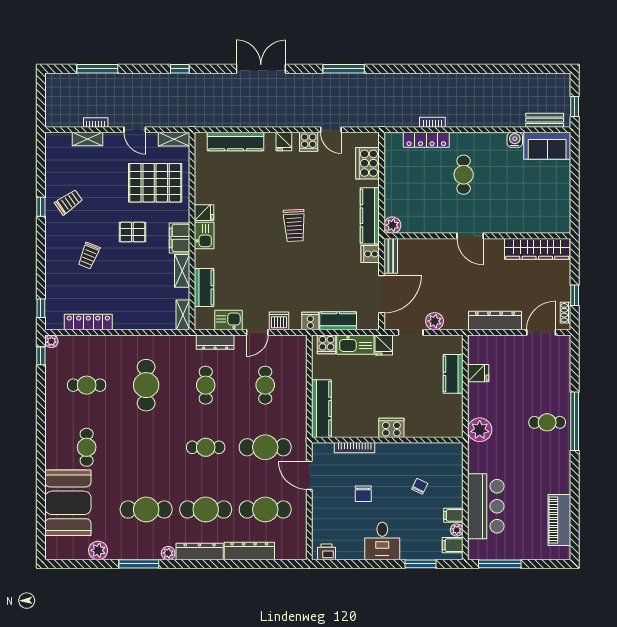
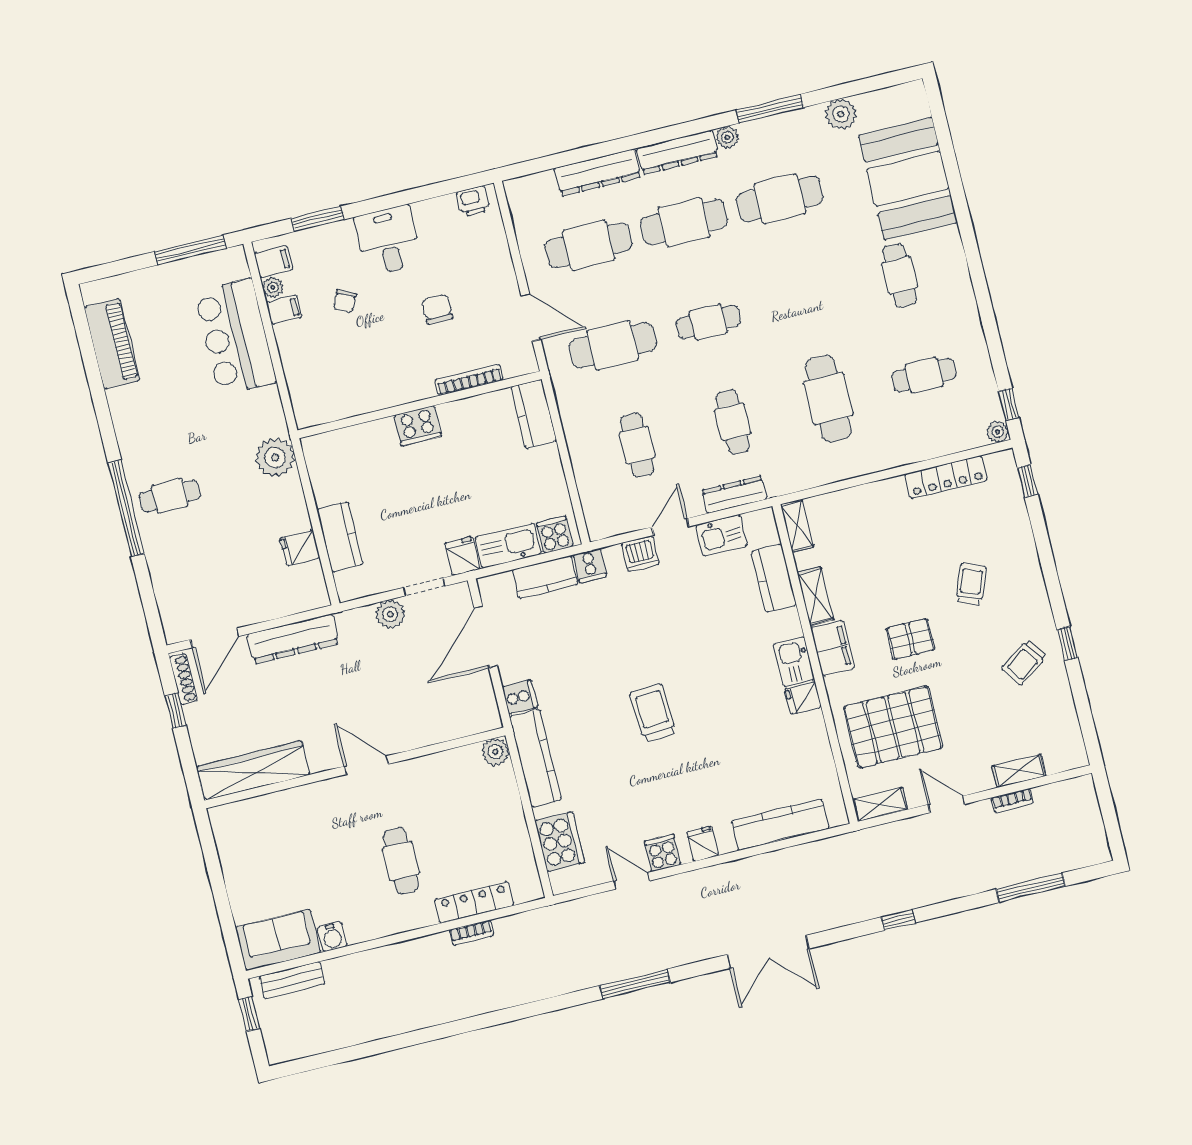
bench: (391, 256) -> (486, 702), removed
shoe rack: (565, 313) -> (183, 679), width x1.43
kitchen counter: (321, 409) -> (534, 414), width x0.67
chair: (420, 486) -> (345, 301), moved

